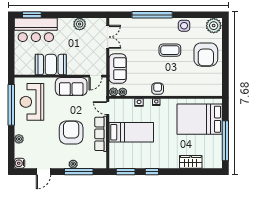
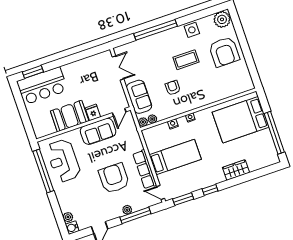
plant: (80, 24) -> (85, 65), removed
fridge: (72, 68) -> (93, 112), added
armchair: (158, 89) -> (173, 88), moved
door: (108, 108) -> (161, 192), moved
plant: (19, 139) -> (68, 217), moved
wardrobe: (191, 162) -> (236, 170), moved

